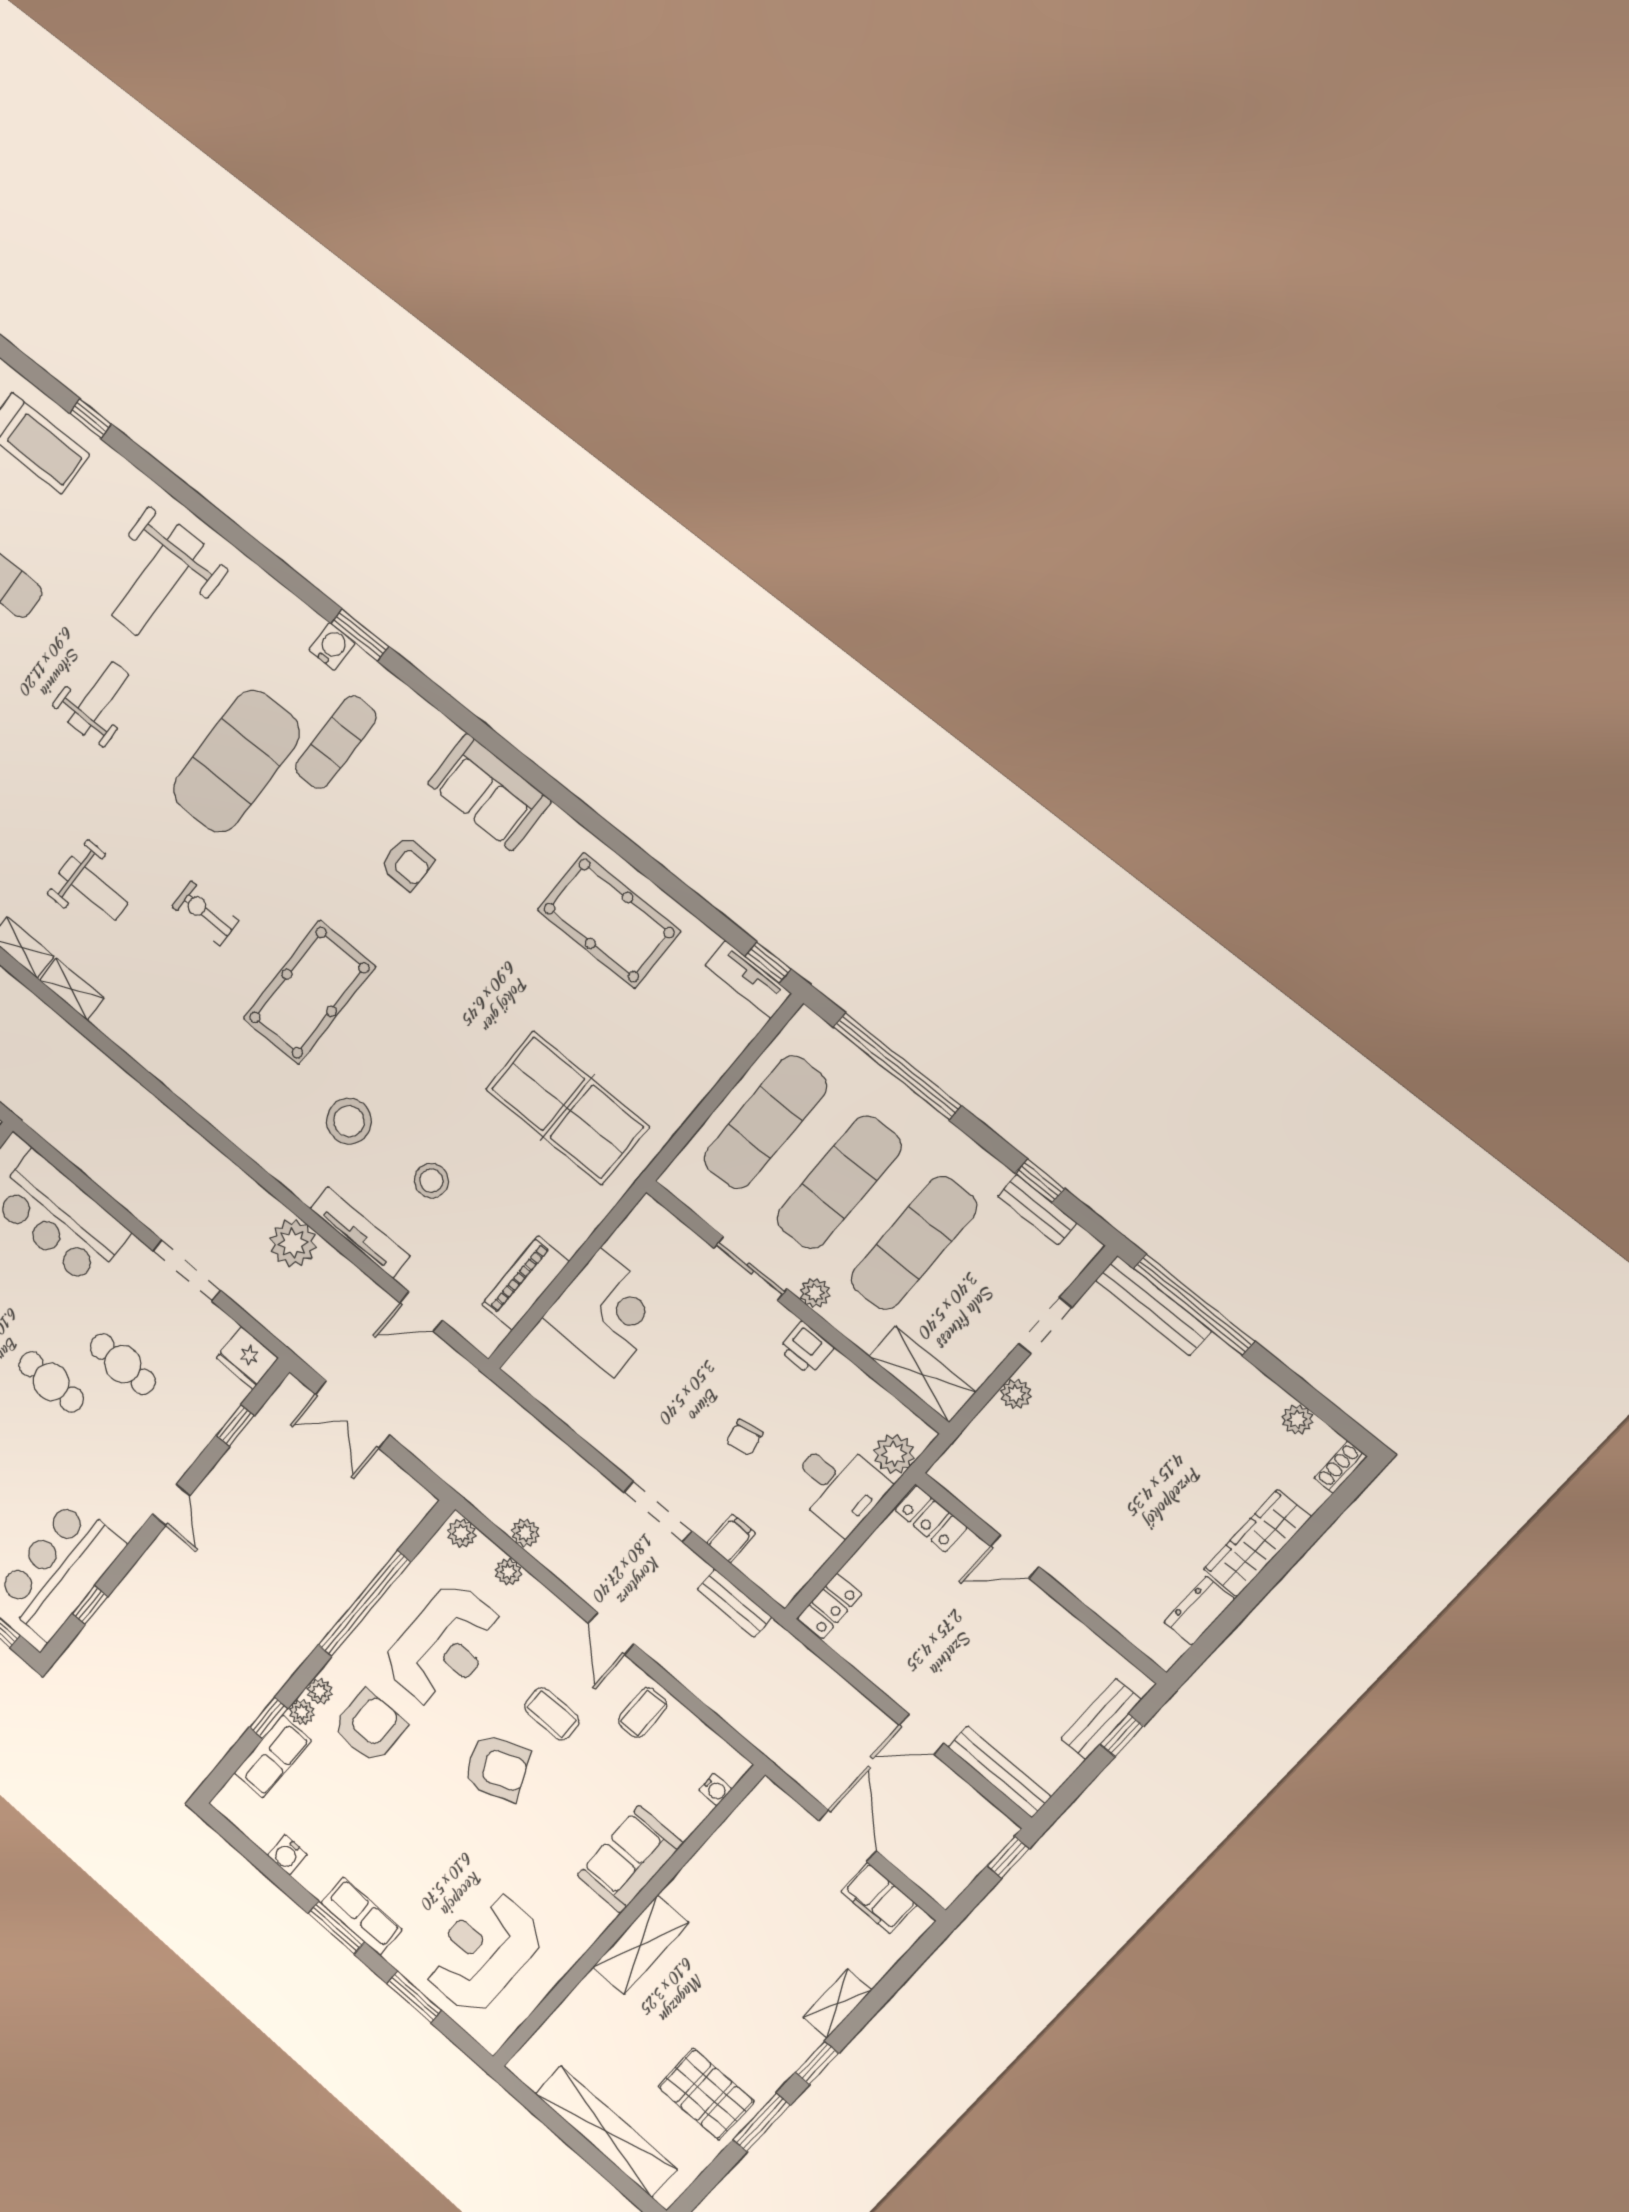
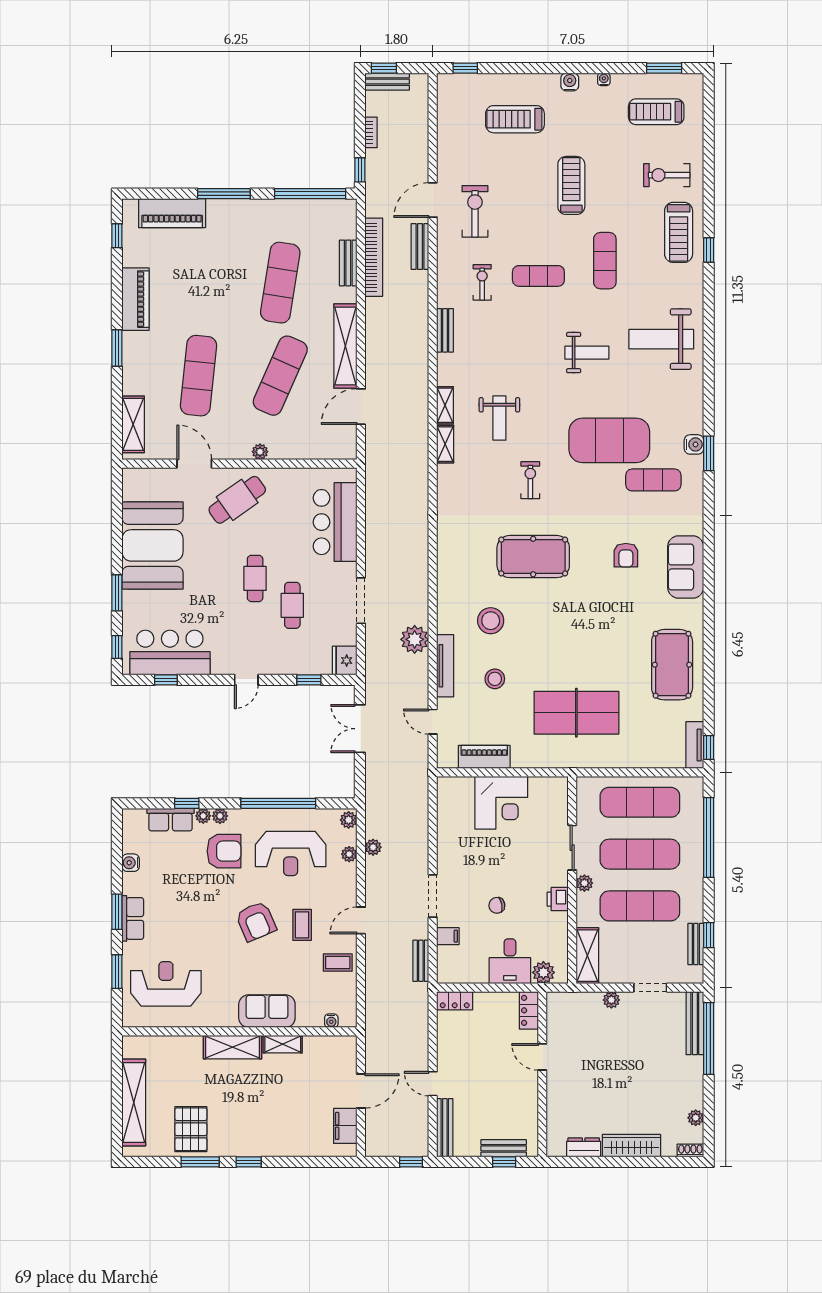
table tennis table: (567, 1108) -> (576, 713), turned 90
shelving: (837, 2003) -> (283, 1044), moved

